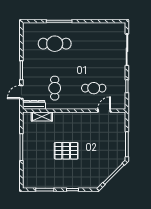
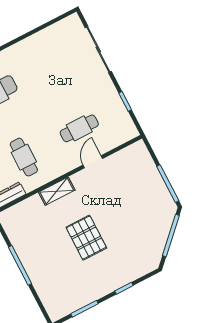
door: (104, 111) -> (93, 162), moved
shelving: (42, 116) -> (57, 191), moved
pallet: (66, 151) -> (86, 238), turned 90

